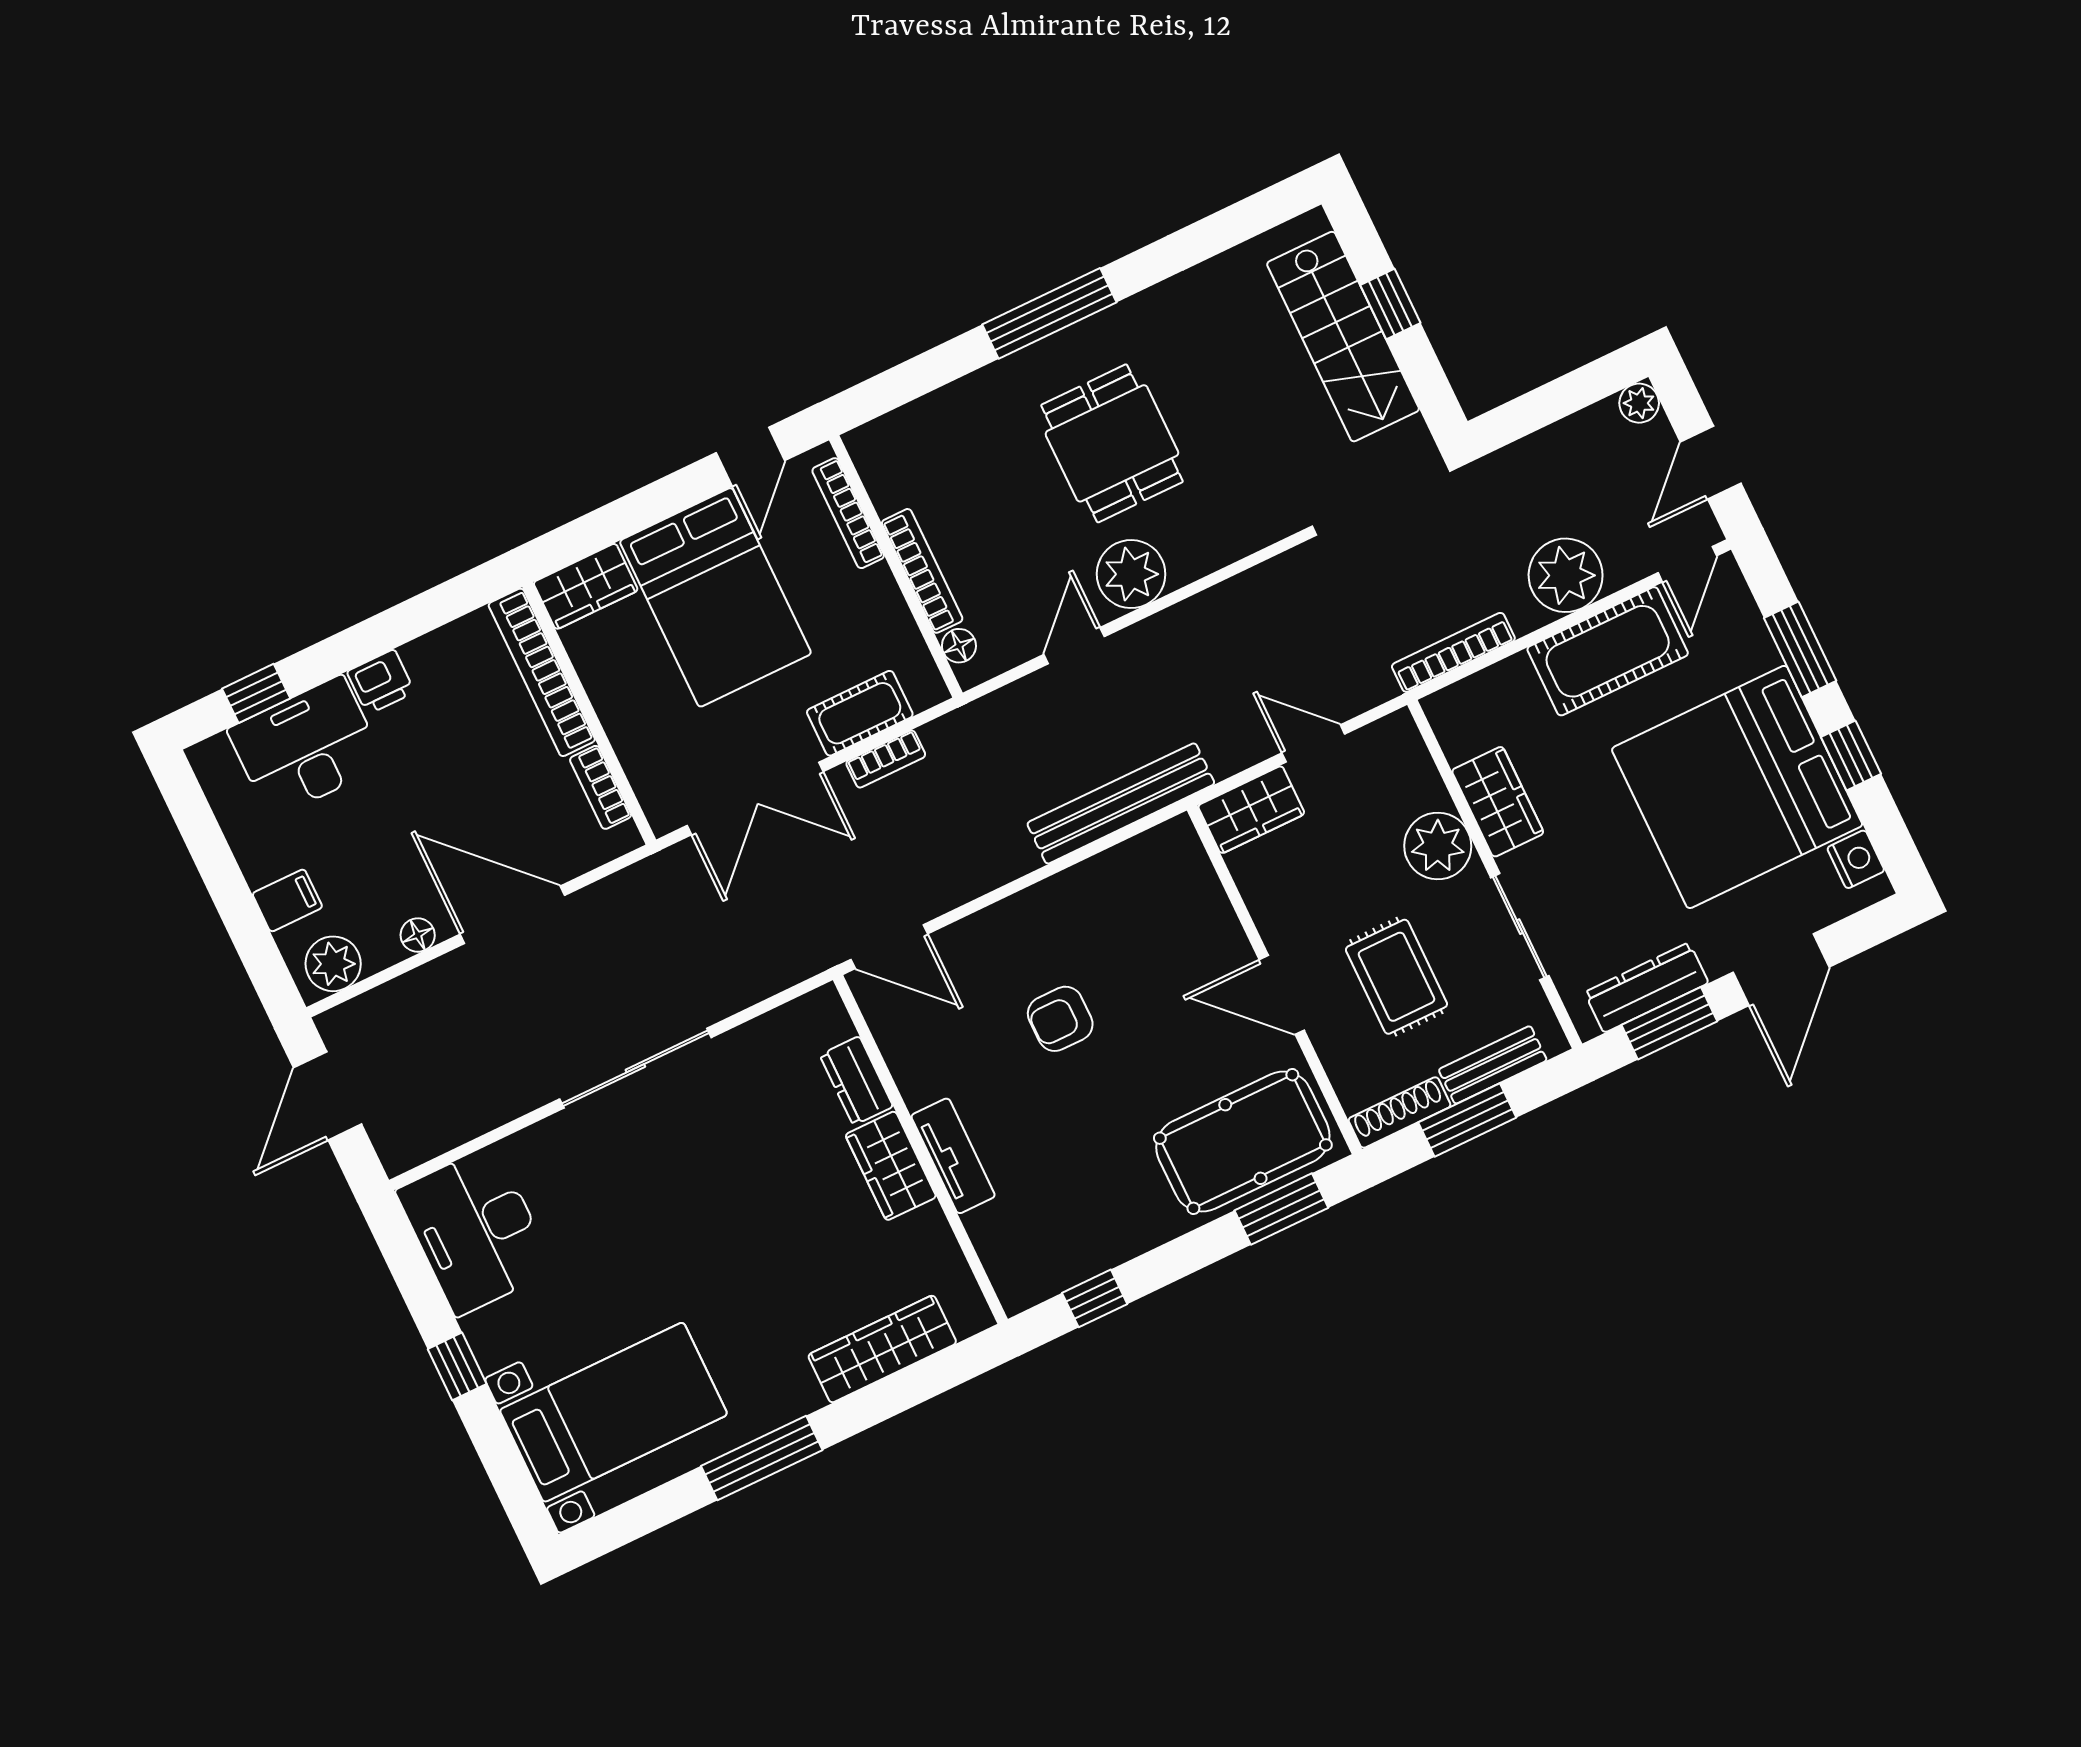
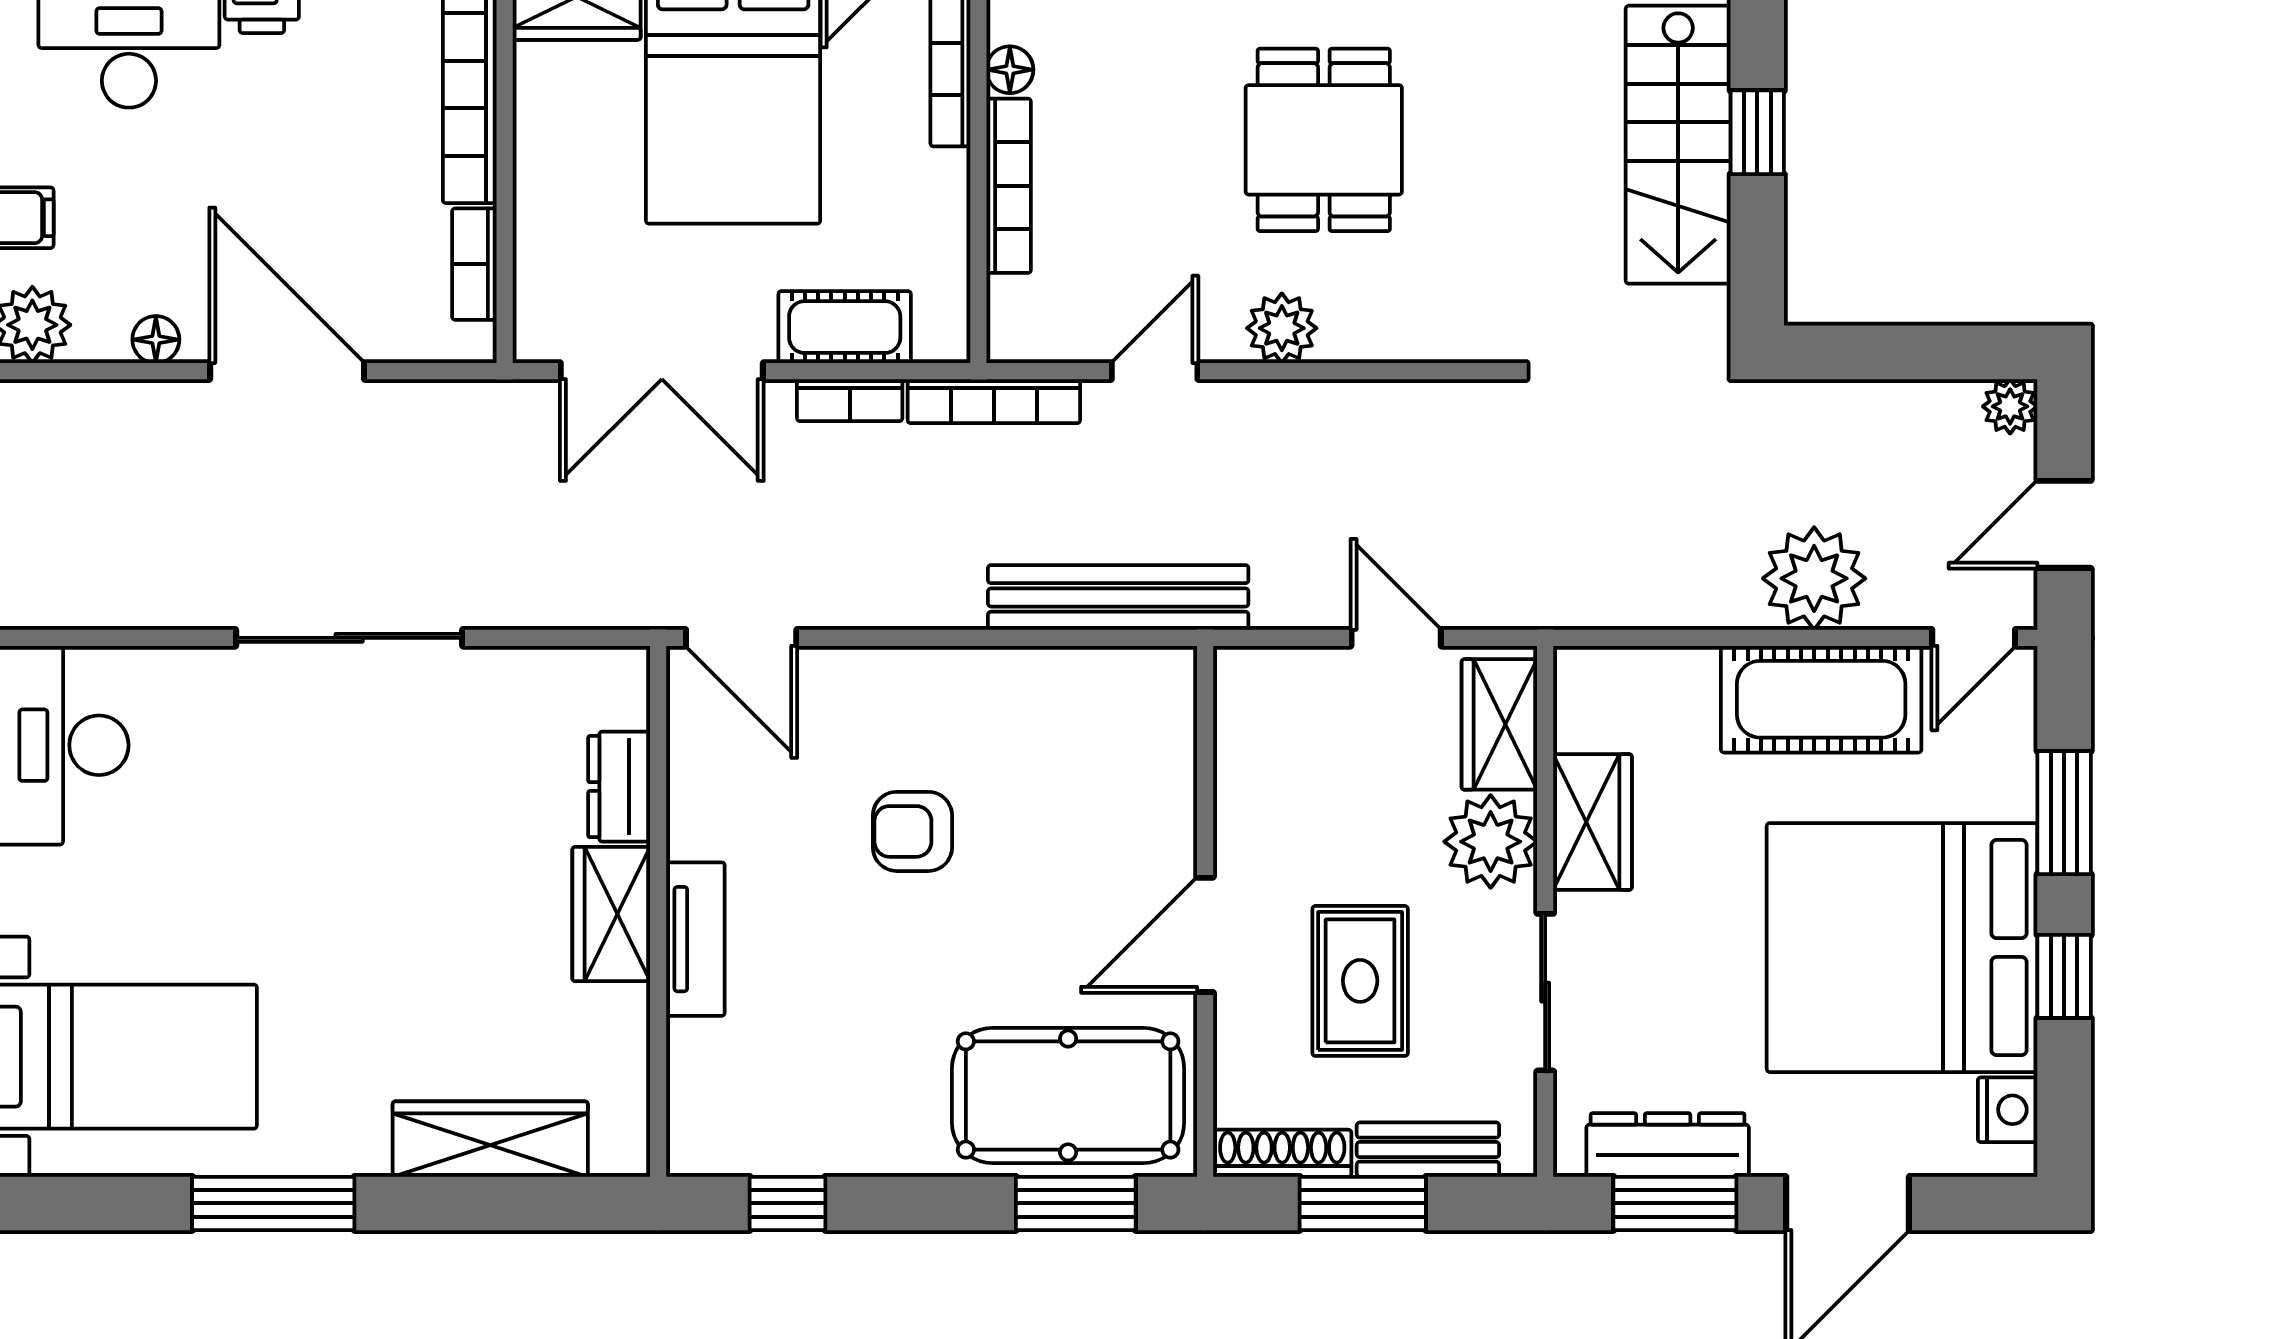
plant: (1131, 574) -> (1282, 328), width x0.73, depth x0.73
floor lamp: (959, 646) -> (1010, 70), moved
bookcase: (1453, 652) -> (994, 401), moved, turned 180
wardrobe: (1251, 810) -> (1499, 724), moved, turned 90
door: (1282, 995) -> (1205, 935), hinge flipped

